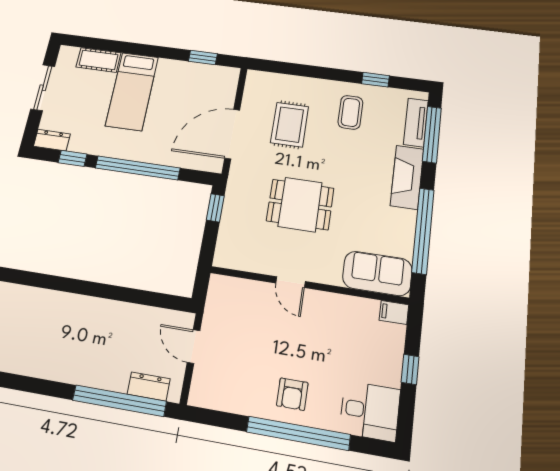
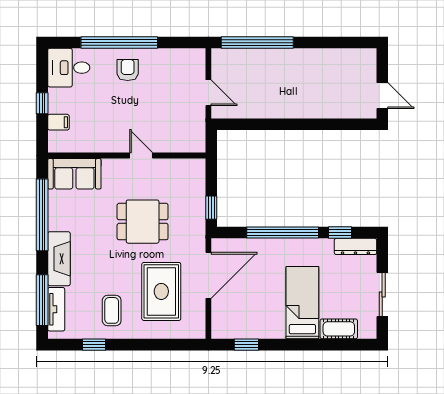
rug: (290, 125) -> (161, 291), width x1.36, depth x1.43
dresser: (52, 140) -> (355, 246), width x1.44
filing cabinet: (394, 312) -> (58, 122), moved
dresser: (149, 386) -> (237, 57), removed

